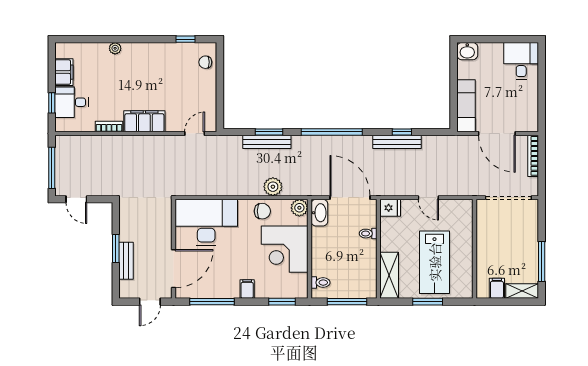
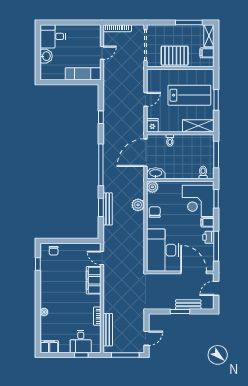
washbasin: (467, 51) -> (46, 56), moved
filing cabinet: (64, 72) -> (49, 347), moved
filing cabinet: (144, 121) -> (94, 280), moved
door: (497, 134) -> (102, 53), width x0.53
bench: (397, 142) -> (108, 330), moved
pallet: (493, 241) -> (175, 56), added
corner desk: (285, 249) -> (198, 201), moved, turned 90
printer: (225, 290) -> (208, 237), added
door: (150, 302) -> (216, 288), swing flipped

